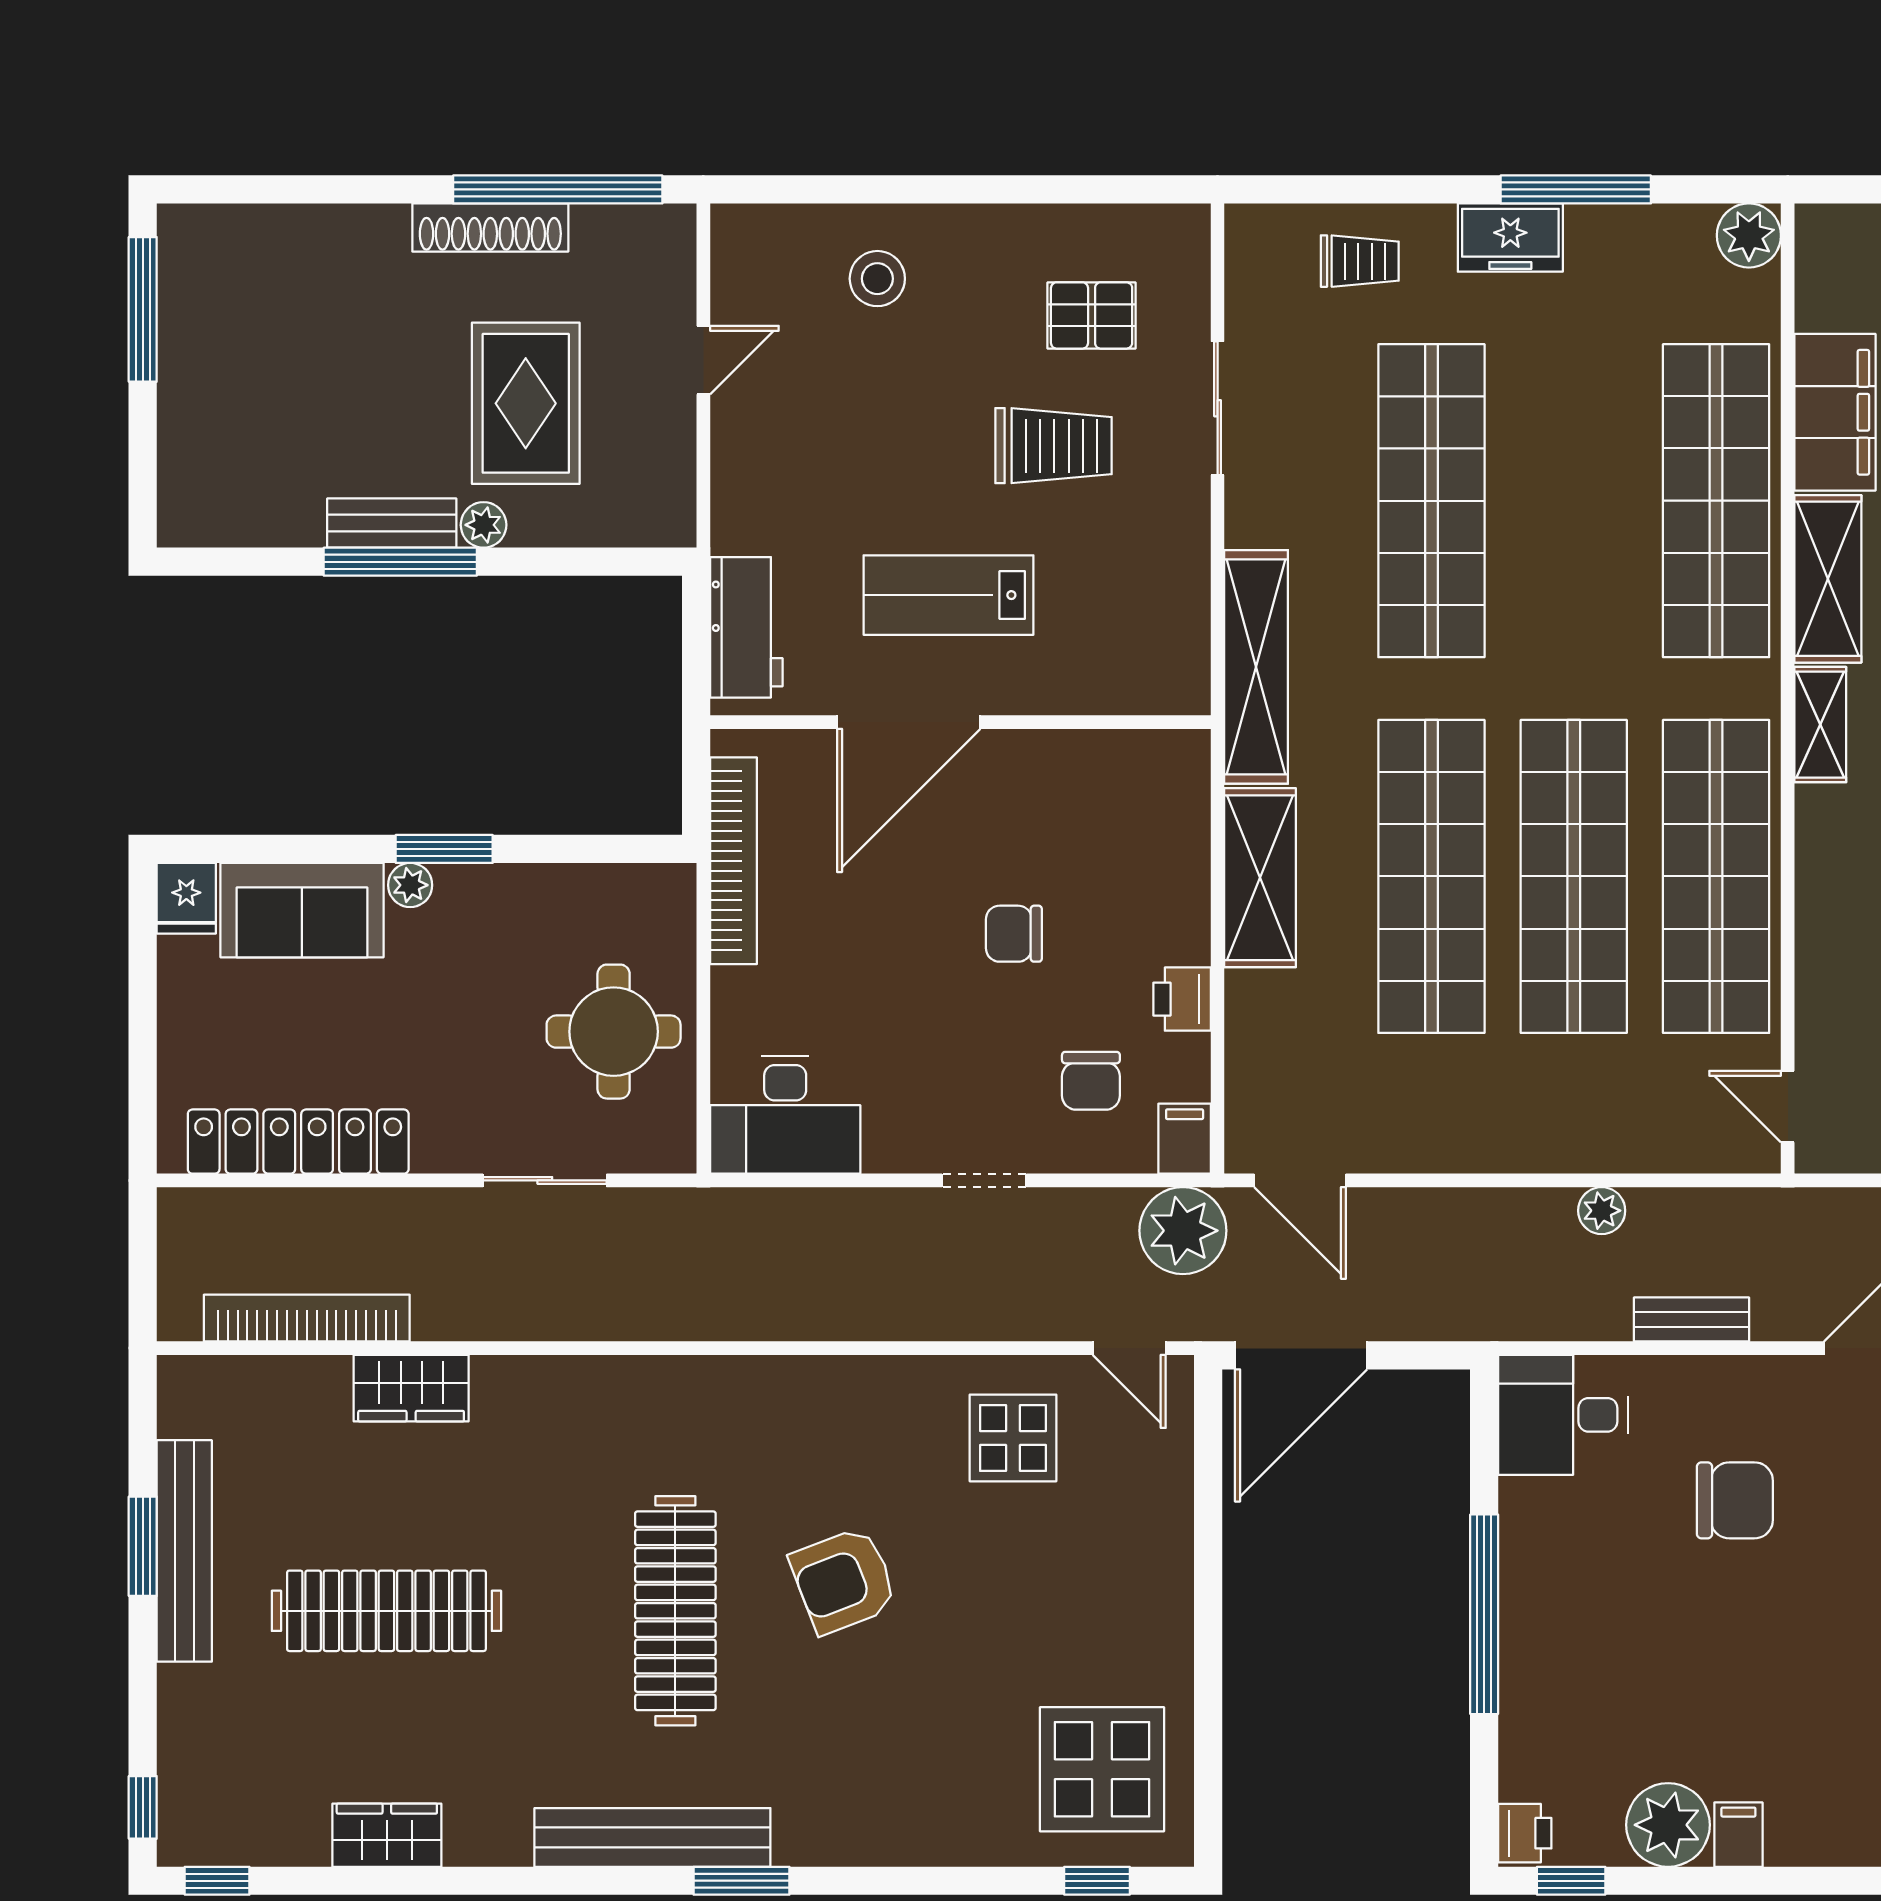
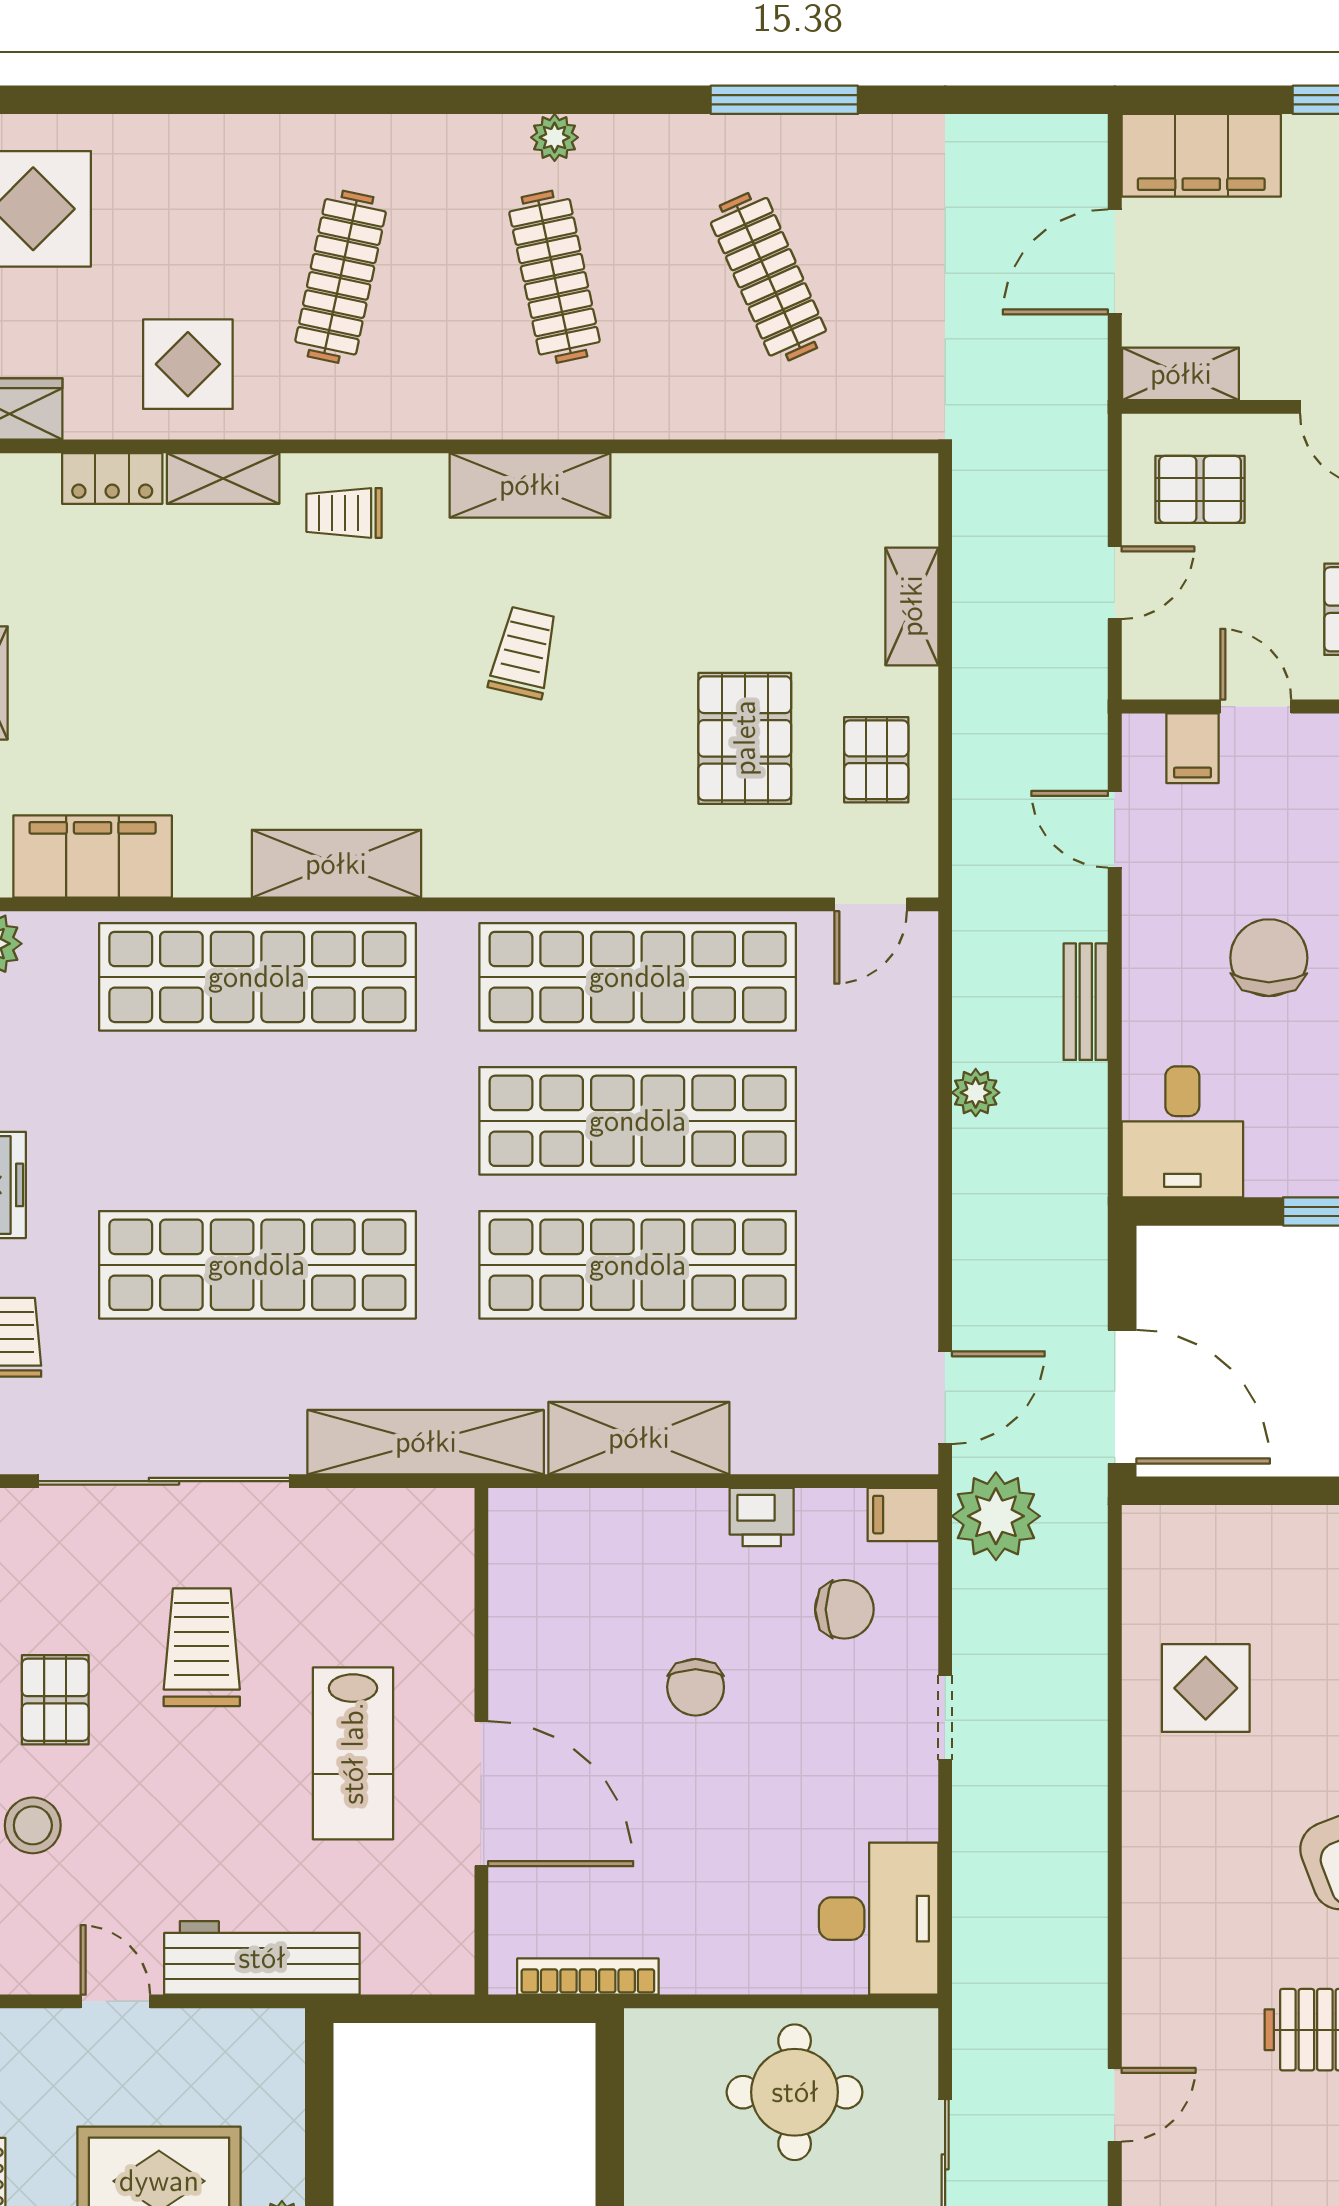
pallet: (1092, 315) -> (55, 1700), moved
sliding door: (1218, 408) -> (164, 1481), width x1.86
filing cabinet: (1835, 412) -> (93, 857), moved
workbench: (746, 627) -> (262, 1958), moved, width x1.38
shelving: (1820, 725) -> (484, 871), removed
bookcase: (733, 861) -> (588, 1977), width x0.68, depth x0.76
door: (1129, 1348) -> (1115, 2105), moved

